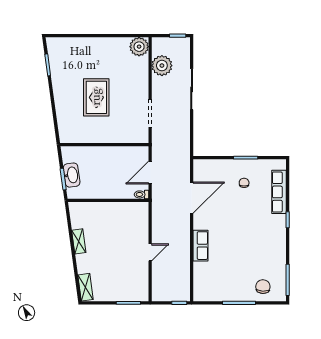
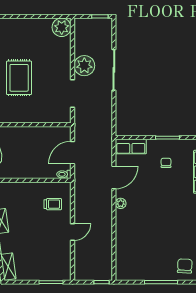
plant: (162, 66) -> (84, 66), moved
door: (192, 198) -> (114, 177), width x0.73
trolley: (130, 224) -> (53, 204), added
plant: (198, 224) -> (121, 203), added
row of seats: (201, 246) -> (131, 147), moved, turned 90

